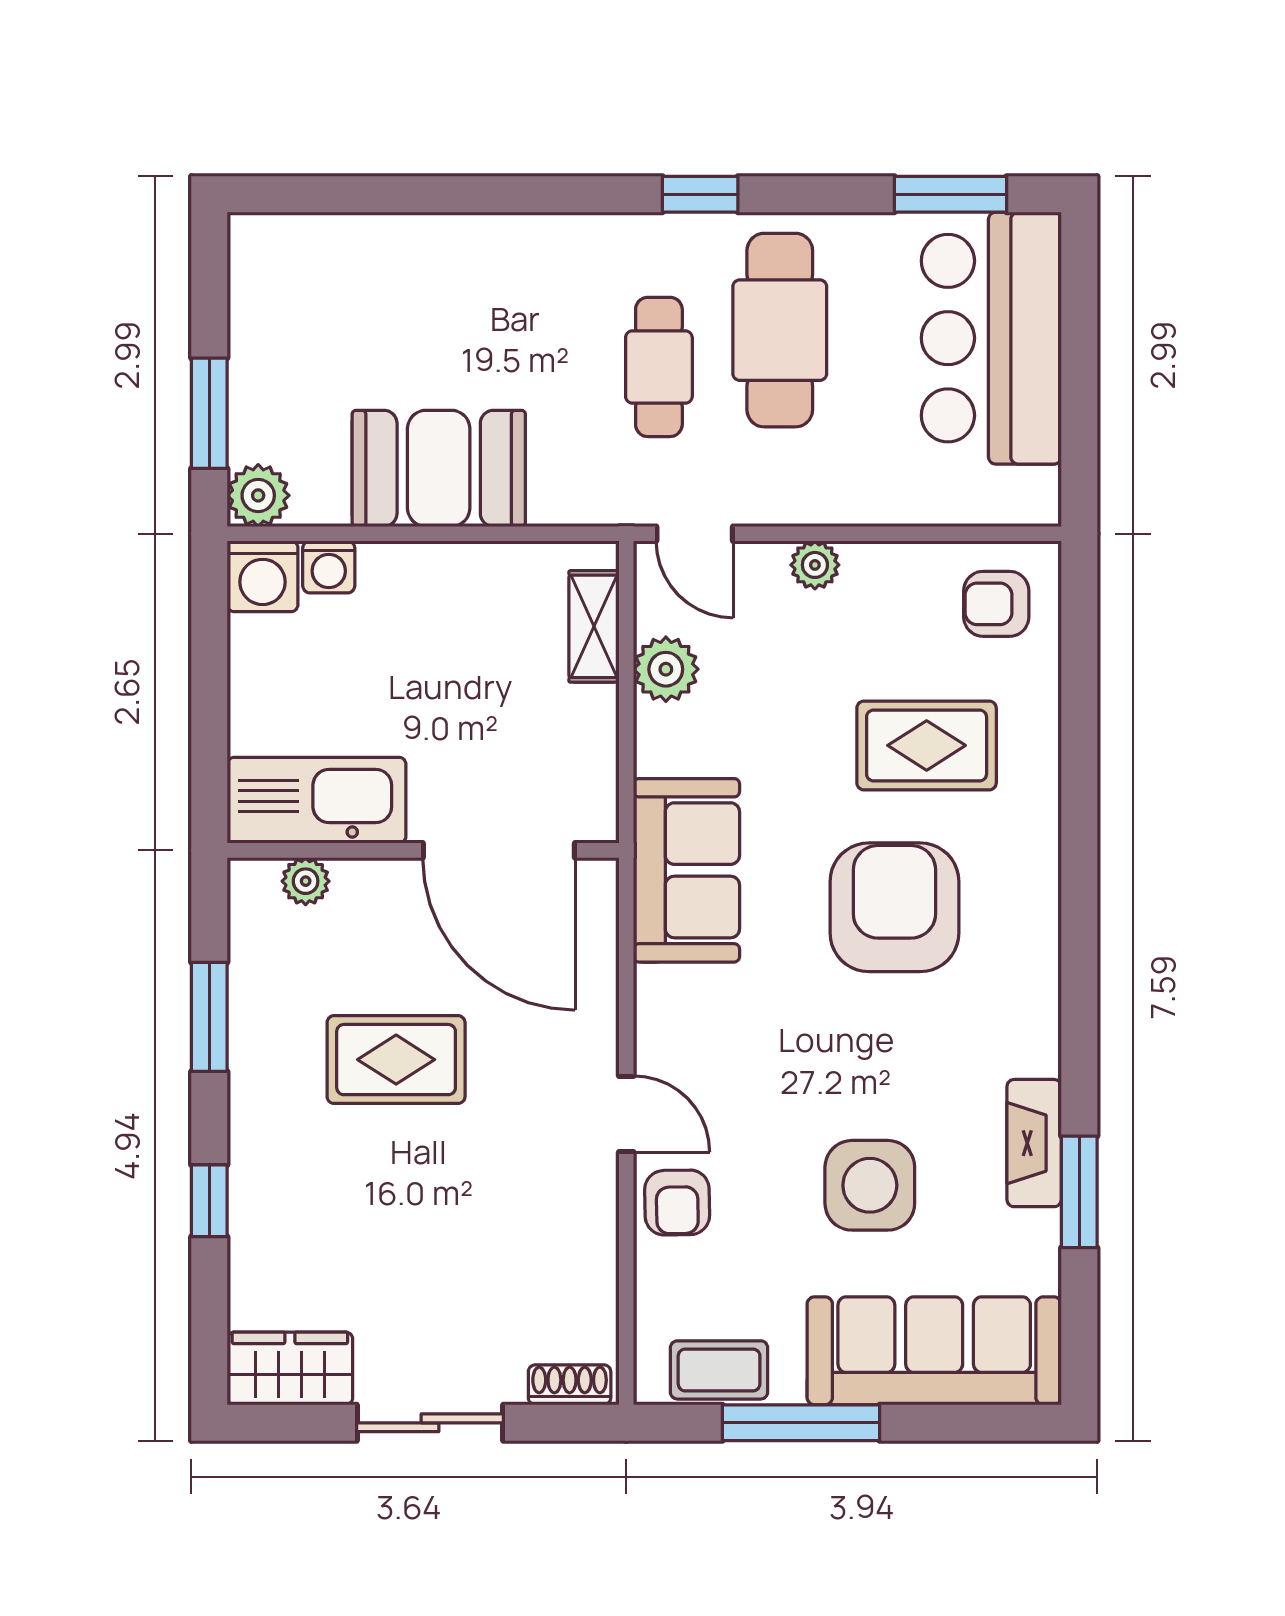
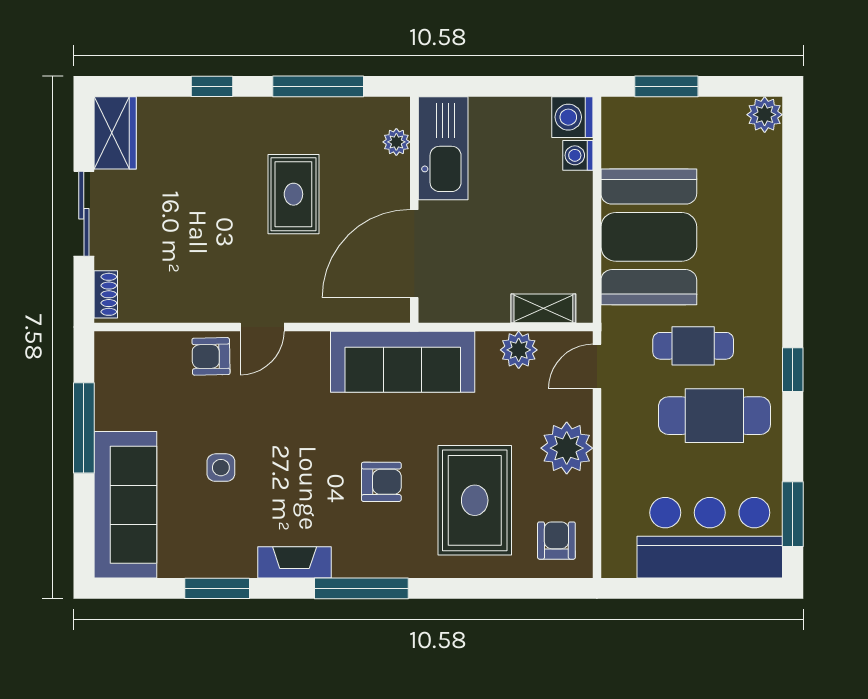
booth: (439, 468) -> (649, 237), width x1.36, depth x1.42
plant: (258, 495) -> (765, 115), moved
plant: (815, 565) -> (567, 448), width x1.87, depth x1.87
rug: (927, 745) -> (475, 500), width x1.36, depth x1.43
sofa: (686, 870) -> (403, 362), width x1.36
armchair: (894, 907) -> (381, 482), width x0.53, depth x0.53
window: (1079, 942) -> (361, 588), added
window: (209, 1017) -> (318, 86), width x1.44
fireplace: (1034, 1143) -> (295, 562), moved
side table: (870, 1185) -> (221, 468), width x0.54, depth x0.54
coffee table: (719, 1370) -> (114, 381), removed

